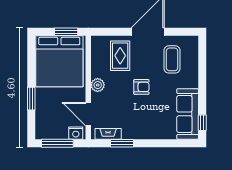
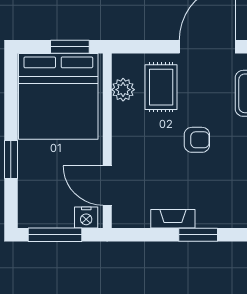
plant: (98, 85) -> (123, 90), moved
fireplace: (108, 134) -> (173, 219), moved
window: (122, 143) -> (198, 235), moved

